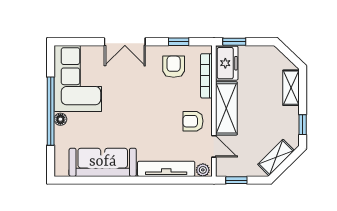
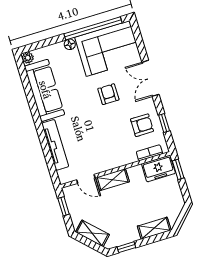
bookcase: (206, 76) -> (149, 153), width x0.64
shelving: (226, 108) -> (113, 180), width x0.67, depth x0.75
window: (51, 111) -> (93, 28), moved
armchair: (193, 121) -> (108, 94), moved
door: (214, 146) -> (86, 179), hinge flipped
plant: (203, 170) -> (28, 58), moved

